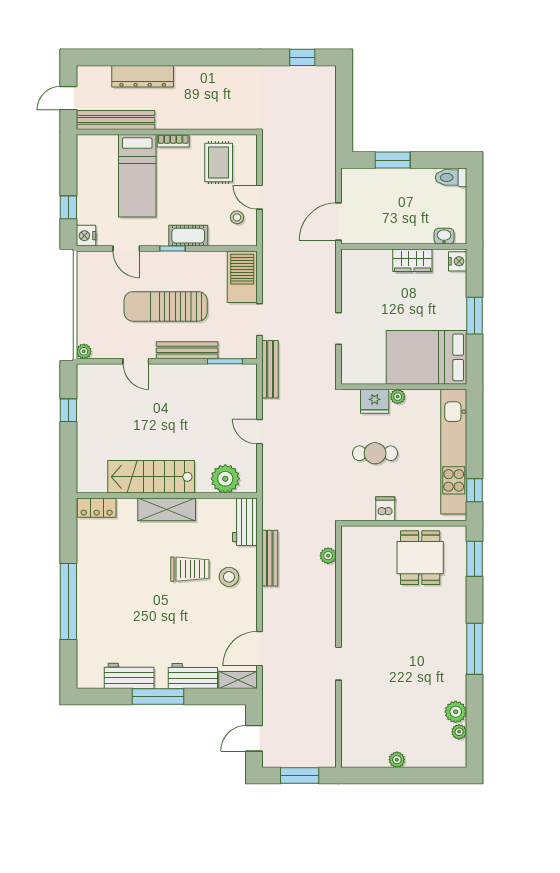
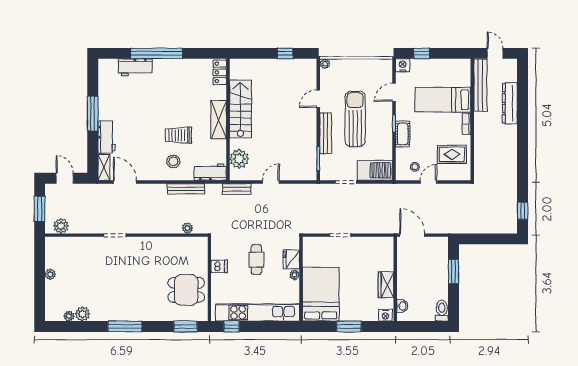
bench: (270, 369) -> (237, 189), moved, width x0.73
trolley: (190, 569) -> (178, 135), turned 90
workbench: (129, 676) -> (135, 67), moved, turned 90
plant: (325, 744) -> (61, 226), added

